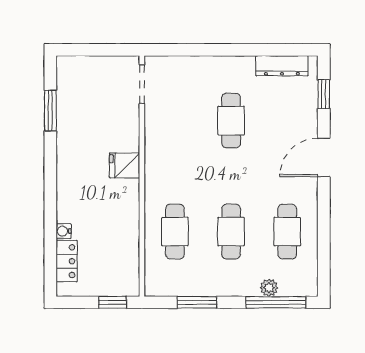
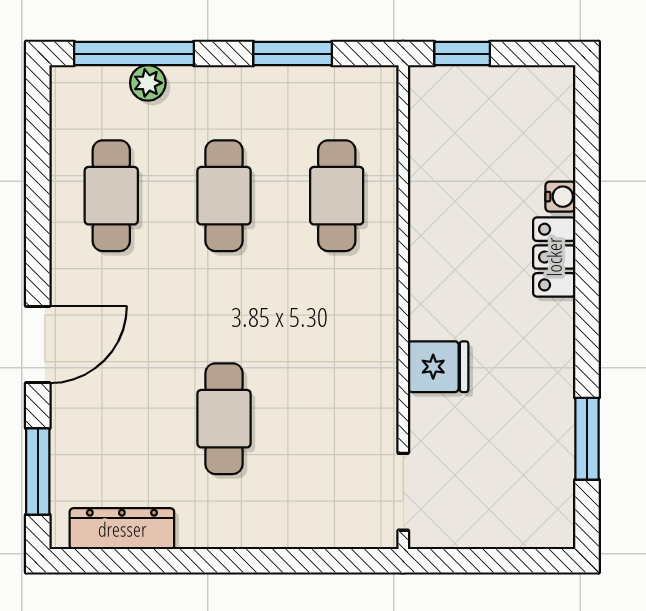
window: (324, 94) -> (38, 471), width x1.50
fridge: (125, 165) -> (438, 367), moved
locker: (67, 261) -> (554, 257), moved

